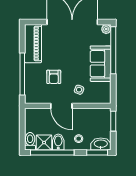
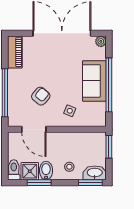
piano: (33, 44) -> (15, 52), width x0.73, depth x0.75
window: (113, 50) -> (109, 85), moved
armchair: (54, 77) -> (41, 96), turned -140
door: (61, 106) -> (34, 129), moved
window: (52, 153) -> (39, 183), width x0.47

